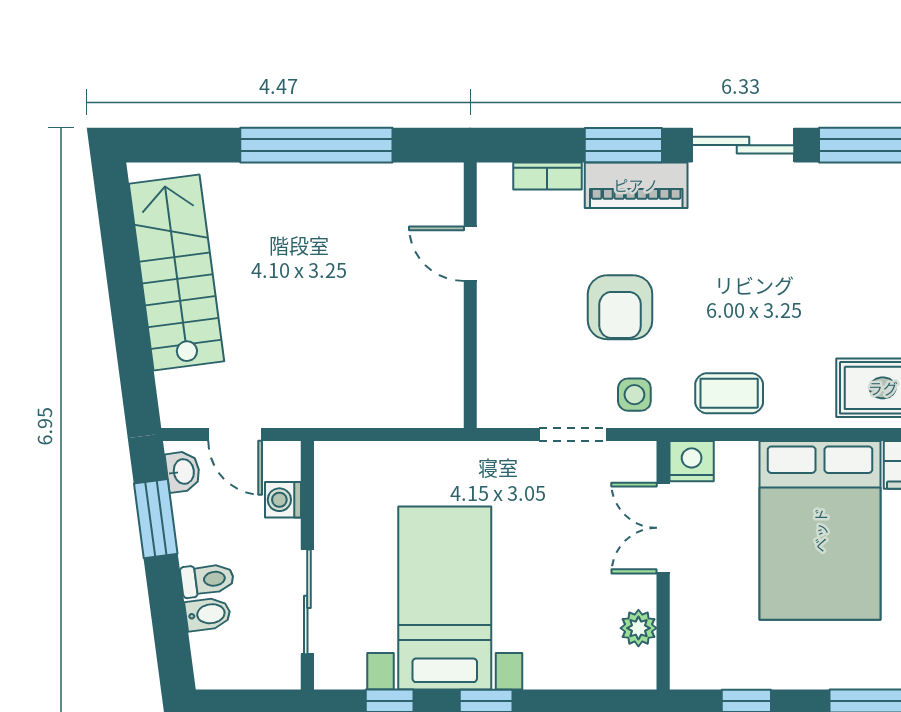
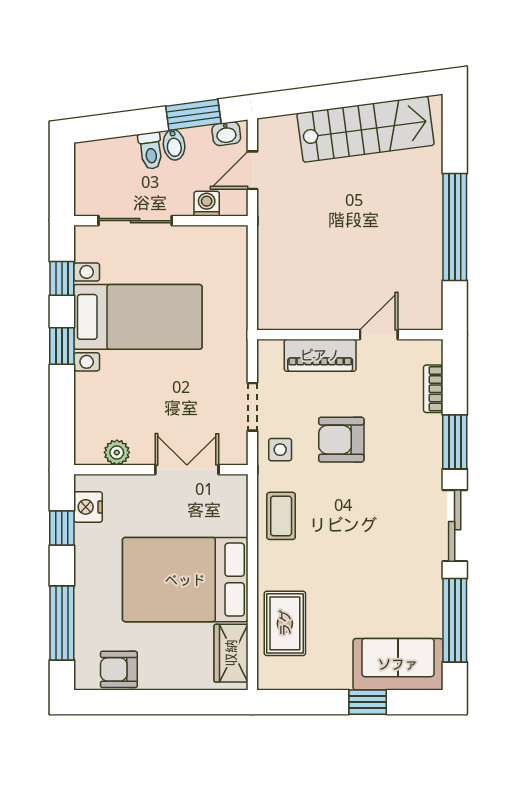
piano: (636, 185) -> (320, 355), moved, turned -90
nightstand: (692, 461) -> (88, 507), moved, turned 180
bidet: (208, 614) -> (174, 145), moved

